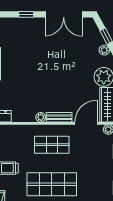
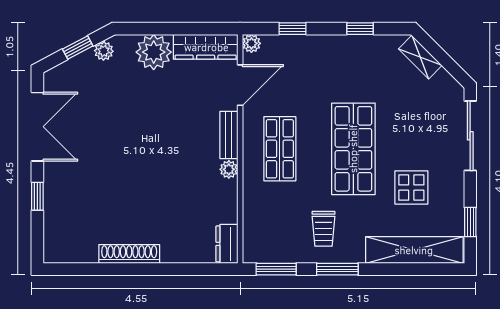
door: (86, 123) -> (240, 85), swing flipped

